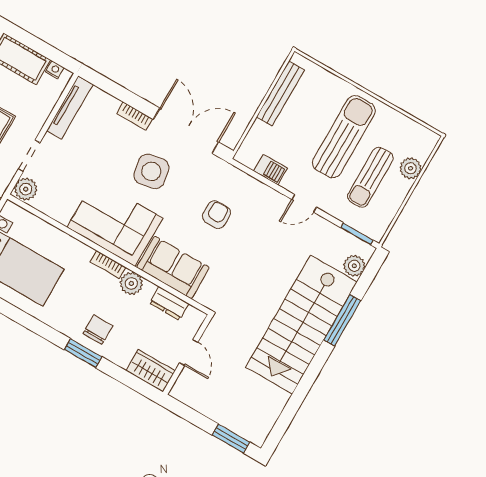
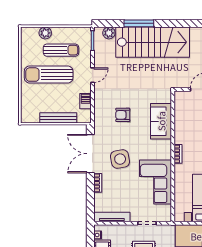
bench: (280, 93) -> (58, 118), moved
plant: (26, 189) -> (164, 216), removed
door: (304, 203) -> (92, 75), hinge flipped
corner sofa: (115, 223) -> (156, 182), moved
plant: (131, 283) -> (181, 137), removed
dresser: (169, 303) -> (180, 113), removed

